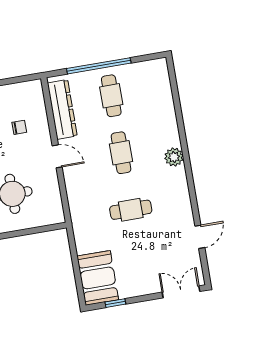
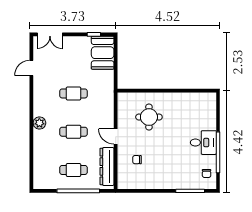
cafe table: (111, 96) -> (74, 170), turned 90
cafe table: (121, 153) -> (74, 132), turned 90

